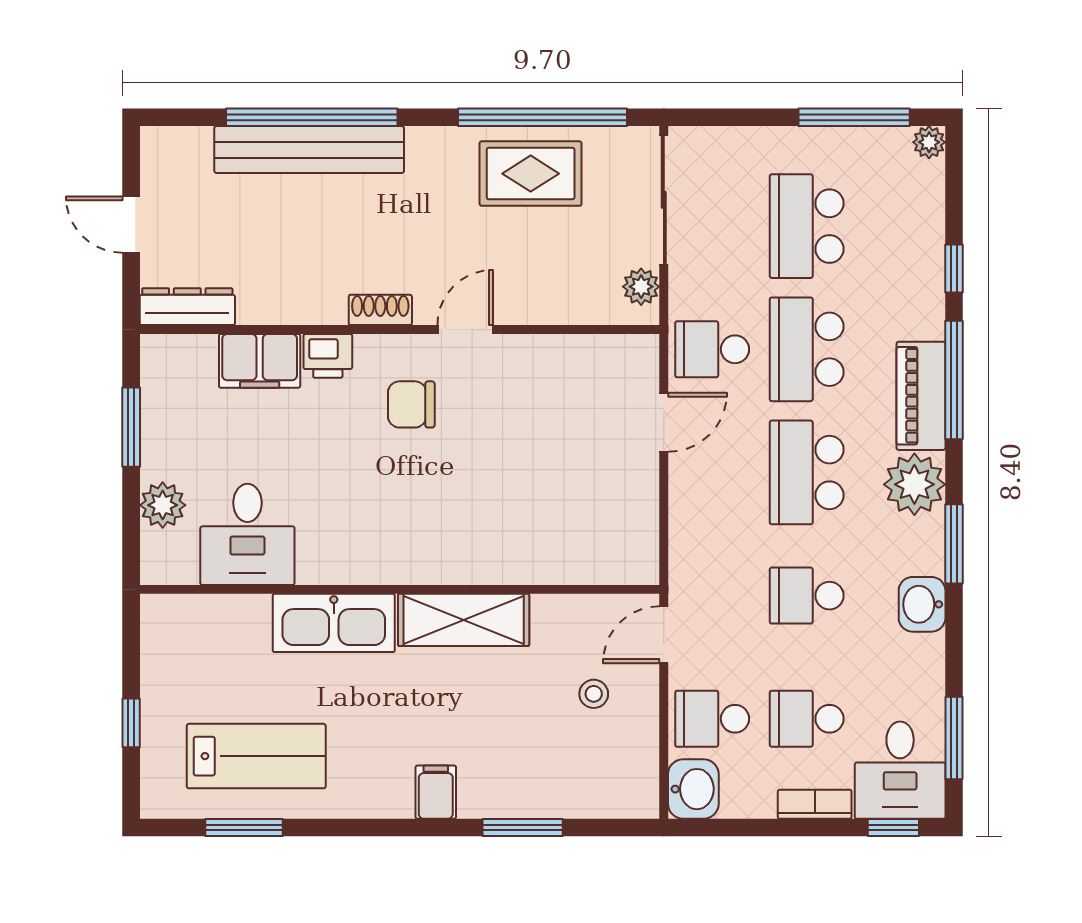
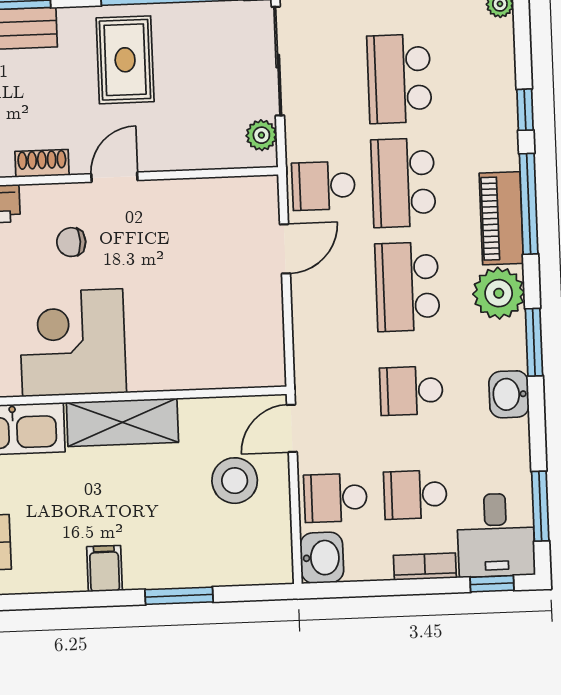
rug: (531, 174) -> (125, 60), moved, turned 90
chair: (411, 404) -> (71, 242), width x0.73, depth x0.73
corner desk: (408, 523) -> (73, 343), added
stool: (594, 694) -> (235, 481), width x1.89, depth x1.89

